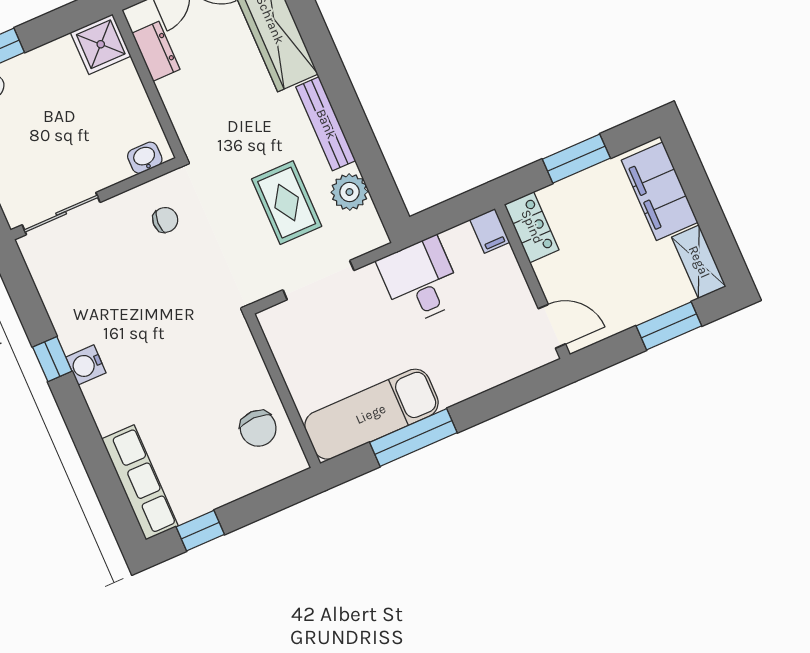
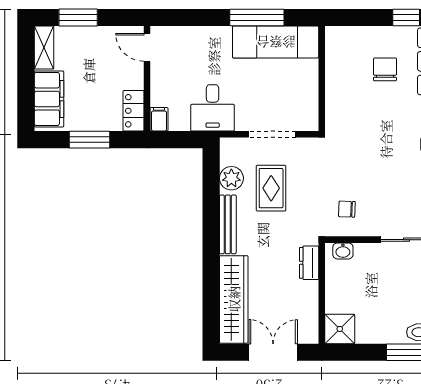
dresser: (156, 51) -> (309, 263), moved
chair: (258, 428) -> (385, 69), moved

